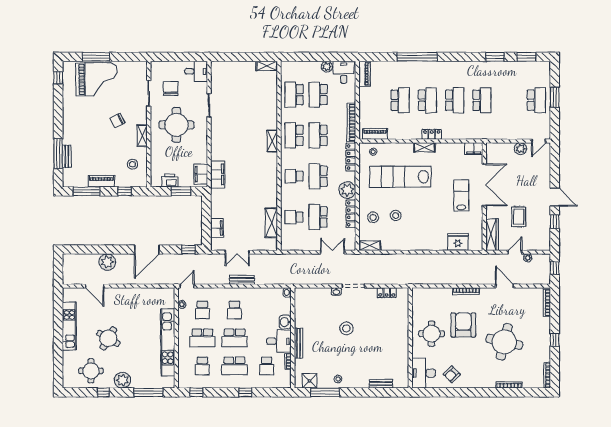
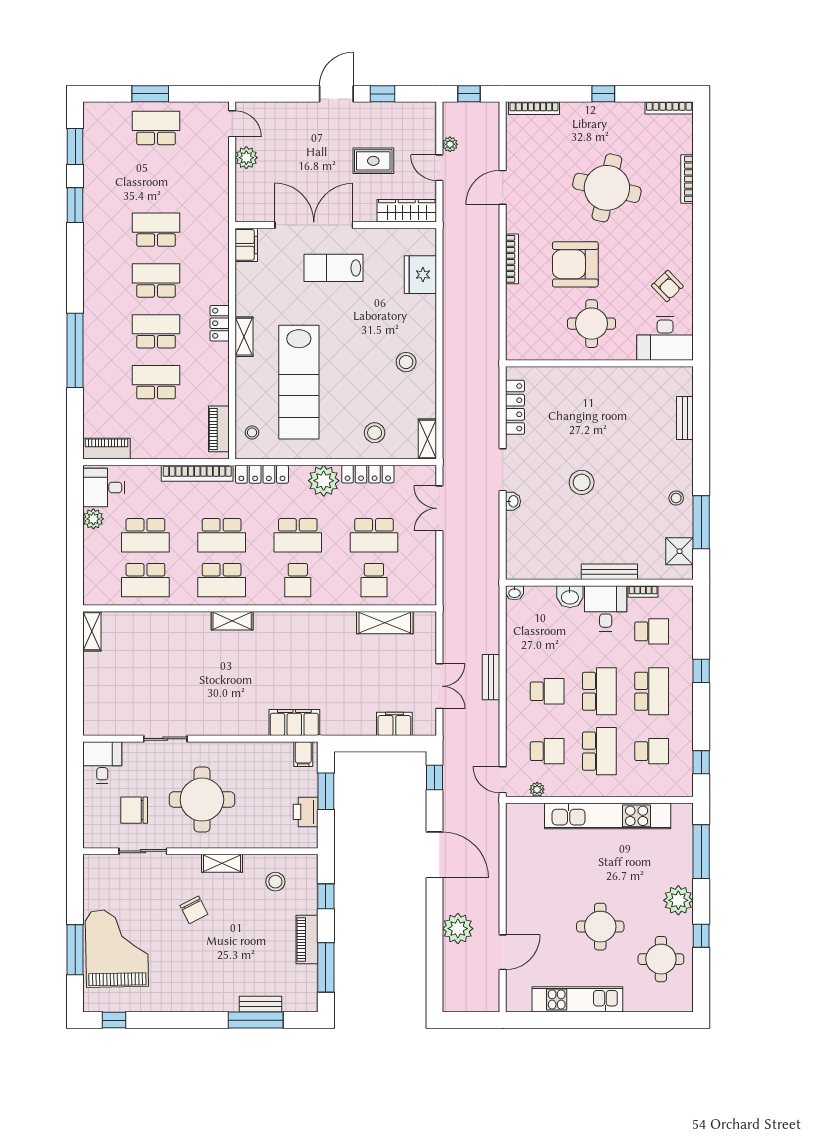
filing cabinet: (201, 174) -> (303, 754), width x0.50
stool: (396, 215) -> (406, 362), moved
locker: (387, 293) -> (515, 407), width x1.53
round table: (108, 338) -> (600, 927), turned -30

